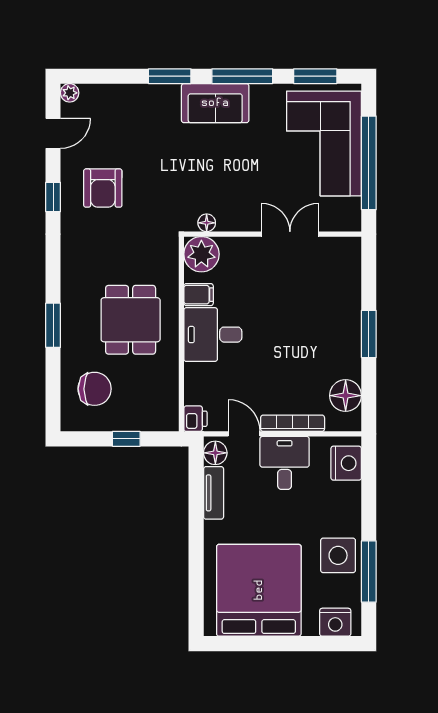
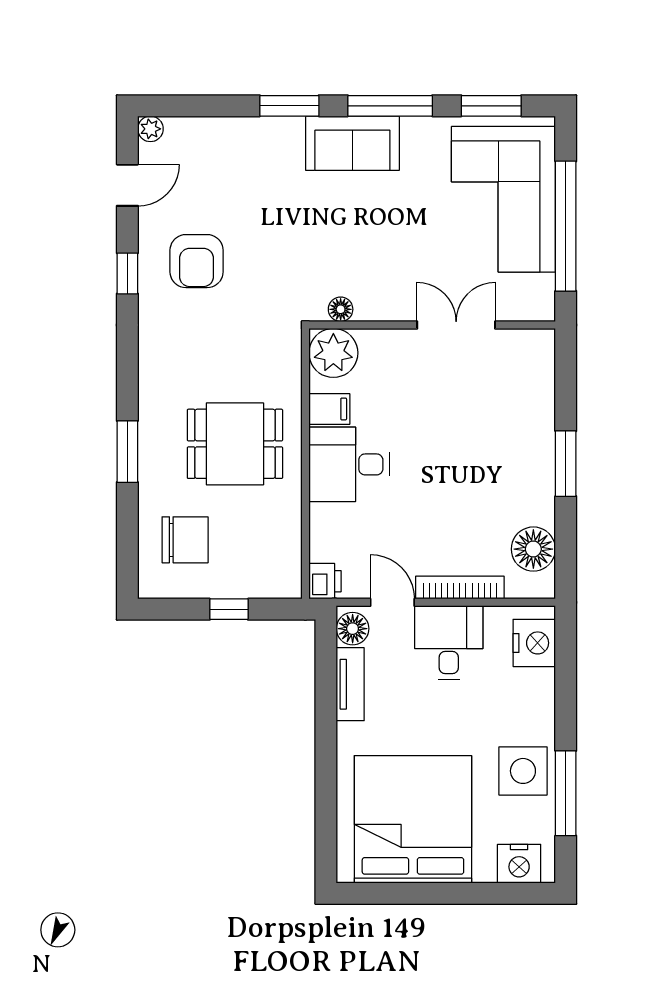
dining table: (131, 320) -> (235, 444), turned 90

